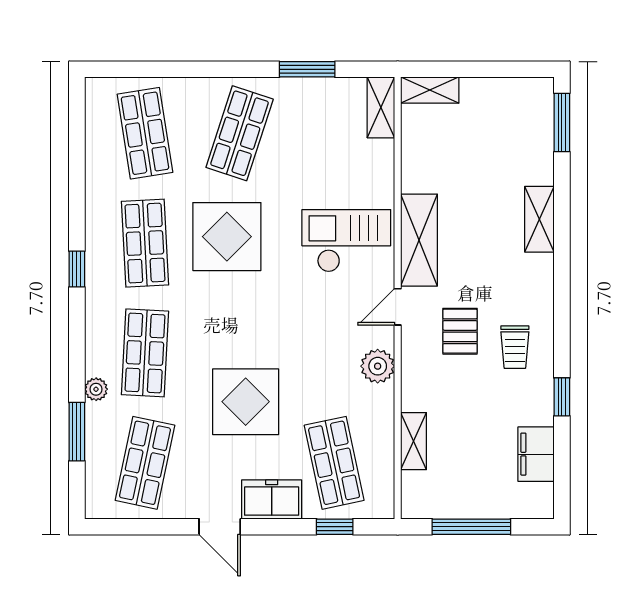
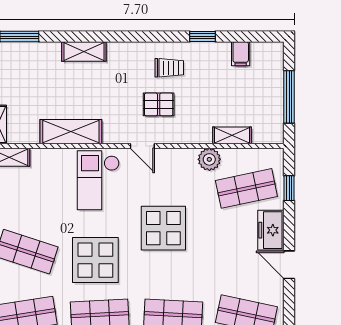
shelving: (419, 240) -> (71, 132), moved
plant: (378, 366) -> (209, 159), moved
display table: (246, 402) -> (163, 228), moved
filing cabinet: (536, 454) -> (241, 54), width x0.50
door: (220, 527) -> (289, 265), swing flipped

